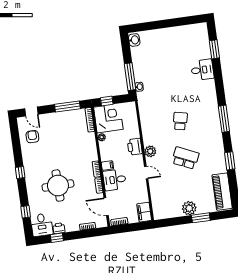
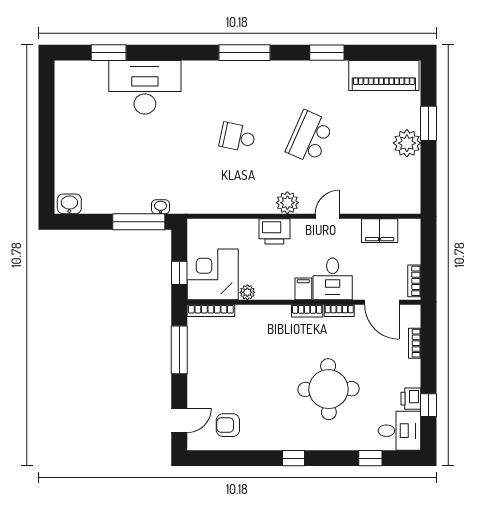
desk: (202, 70) -> (145, 87), width x1.87, depth x1.30
door: (106, 207) -> (382, 302), hinge flipped
filing cabinet: (144, 212) -> (380, 231), moved

